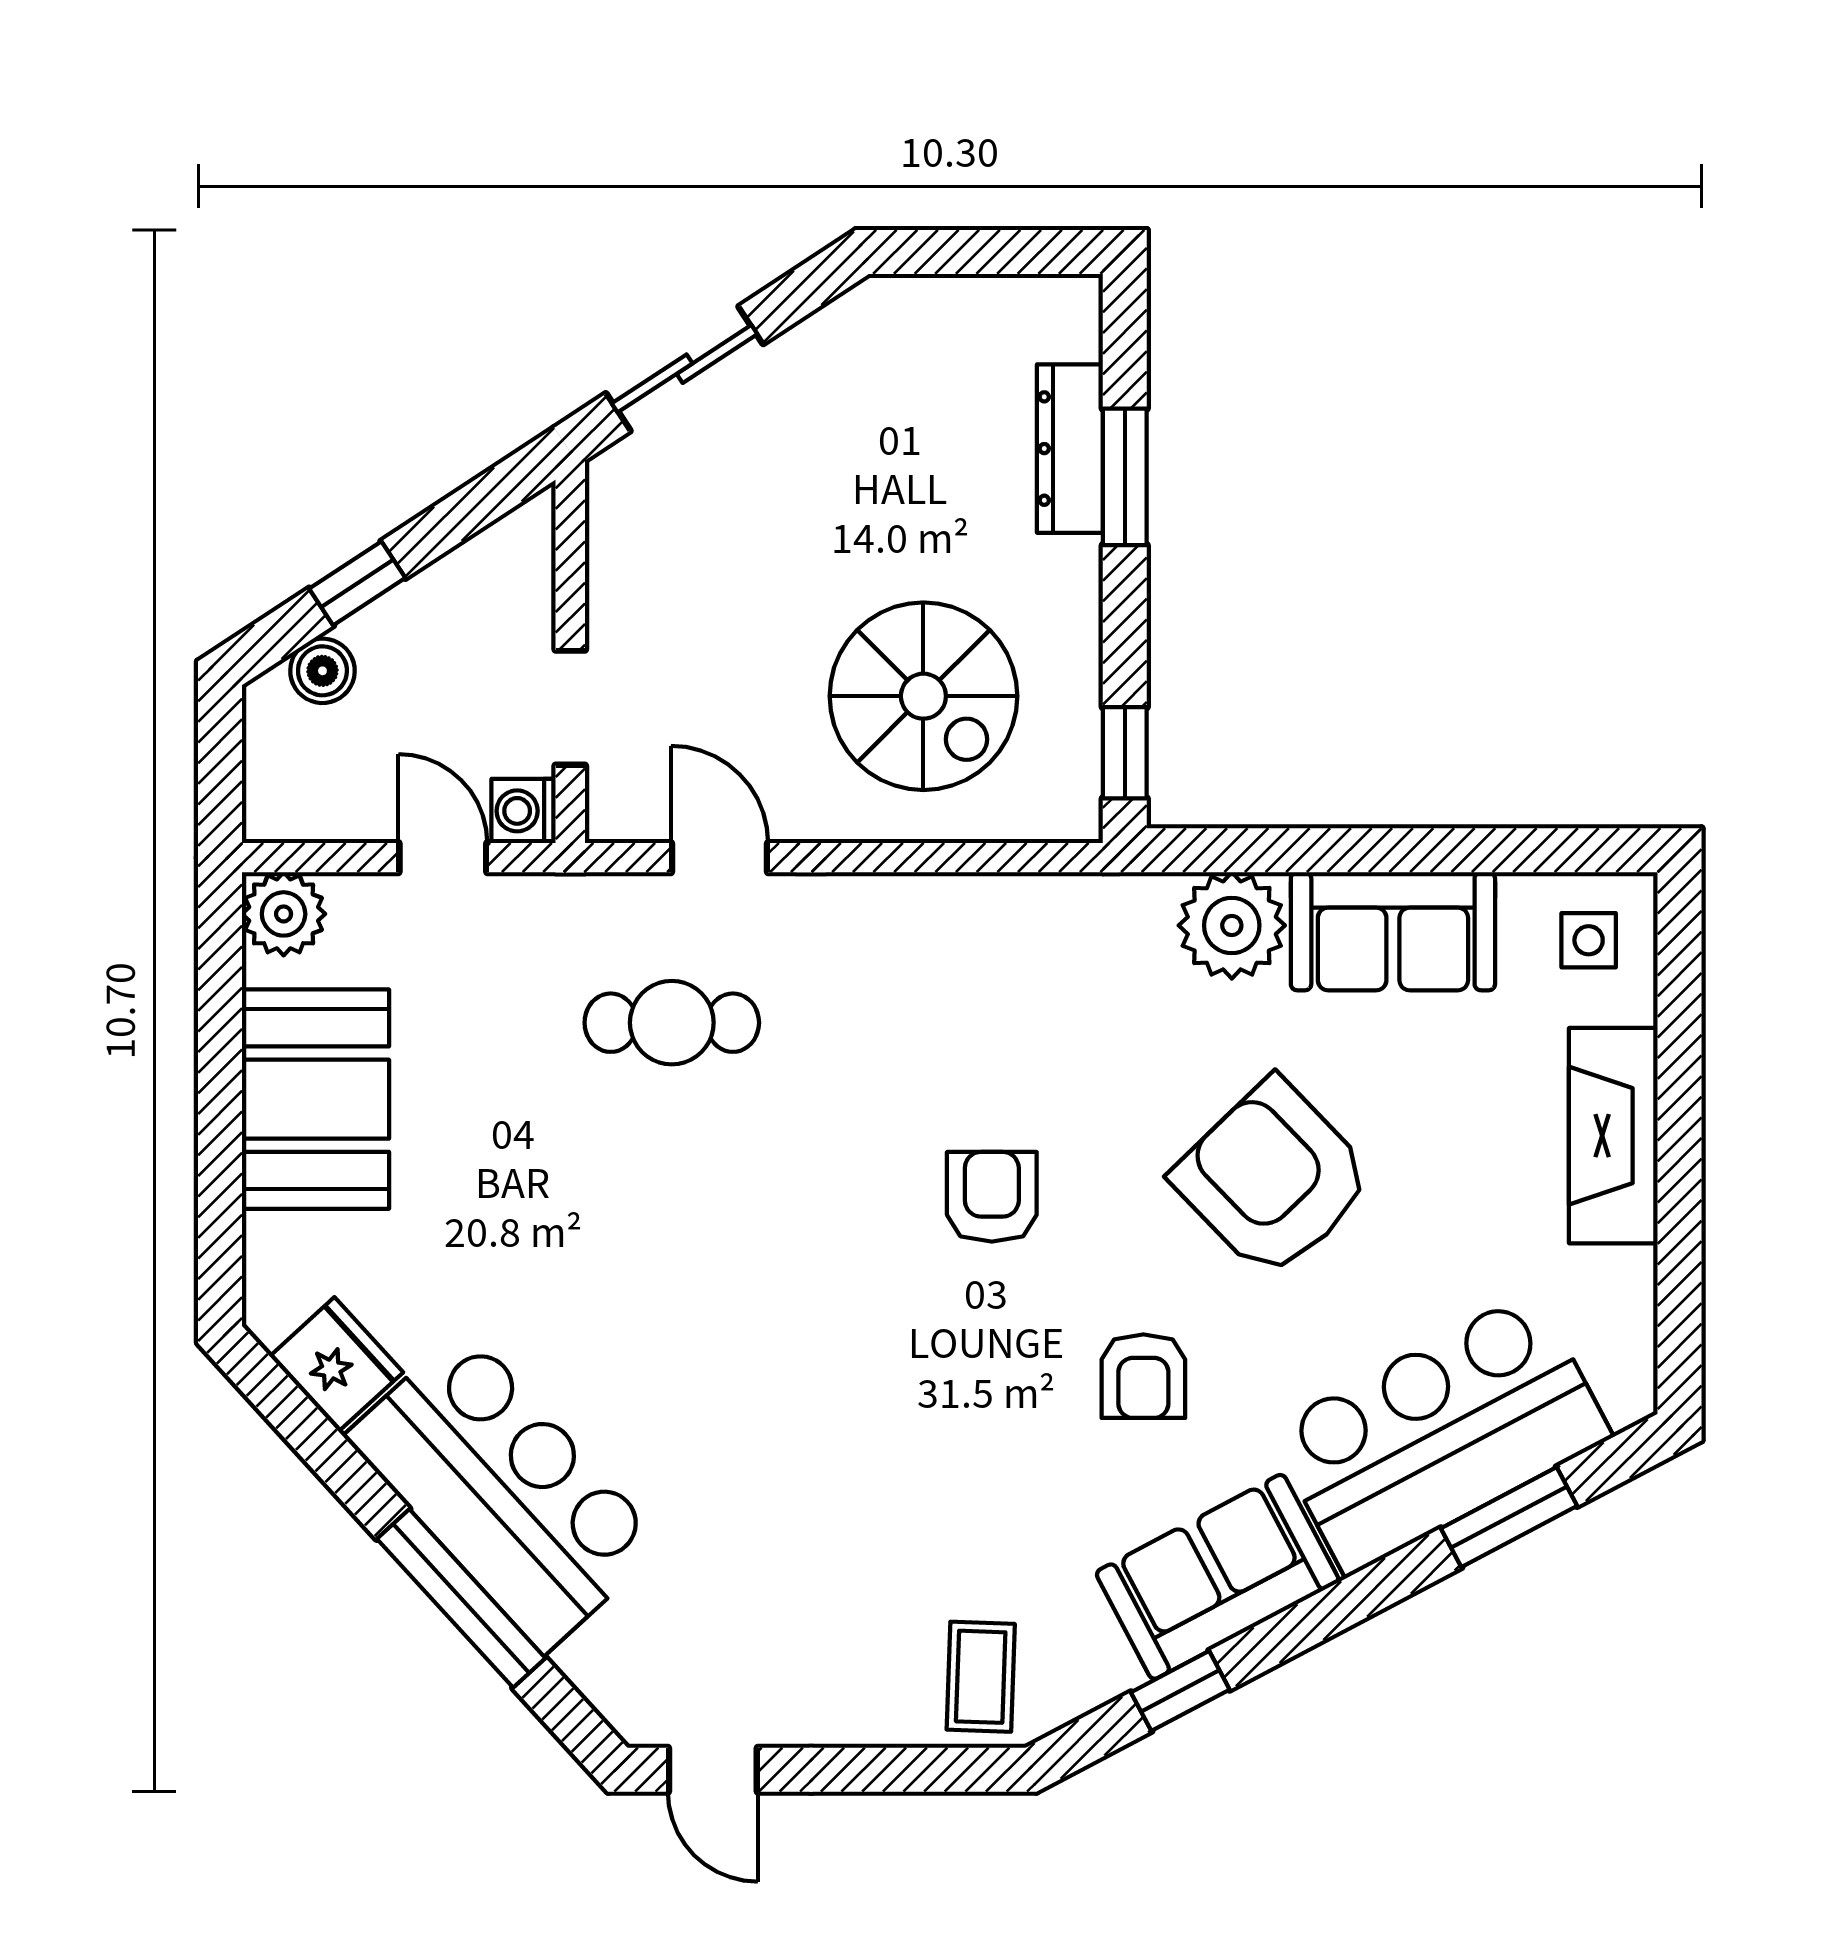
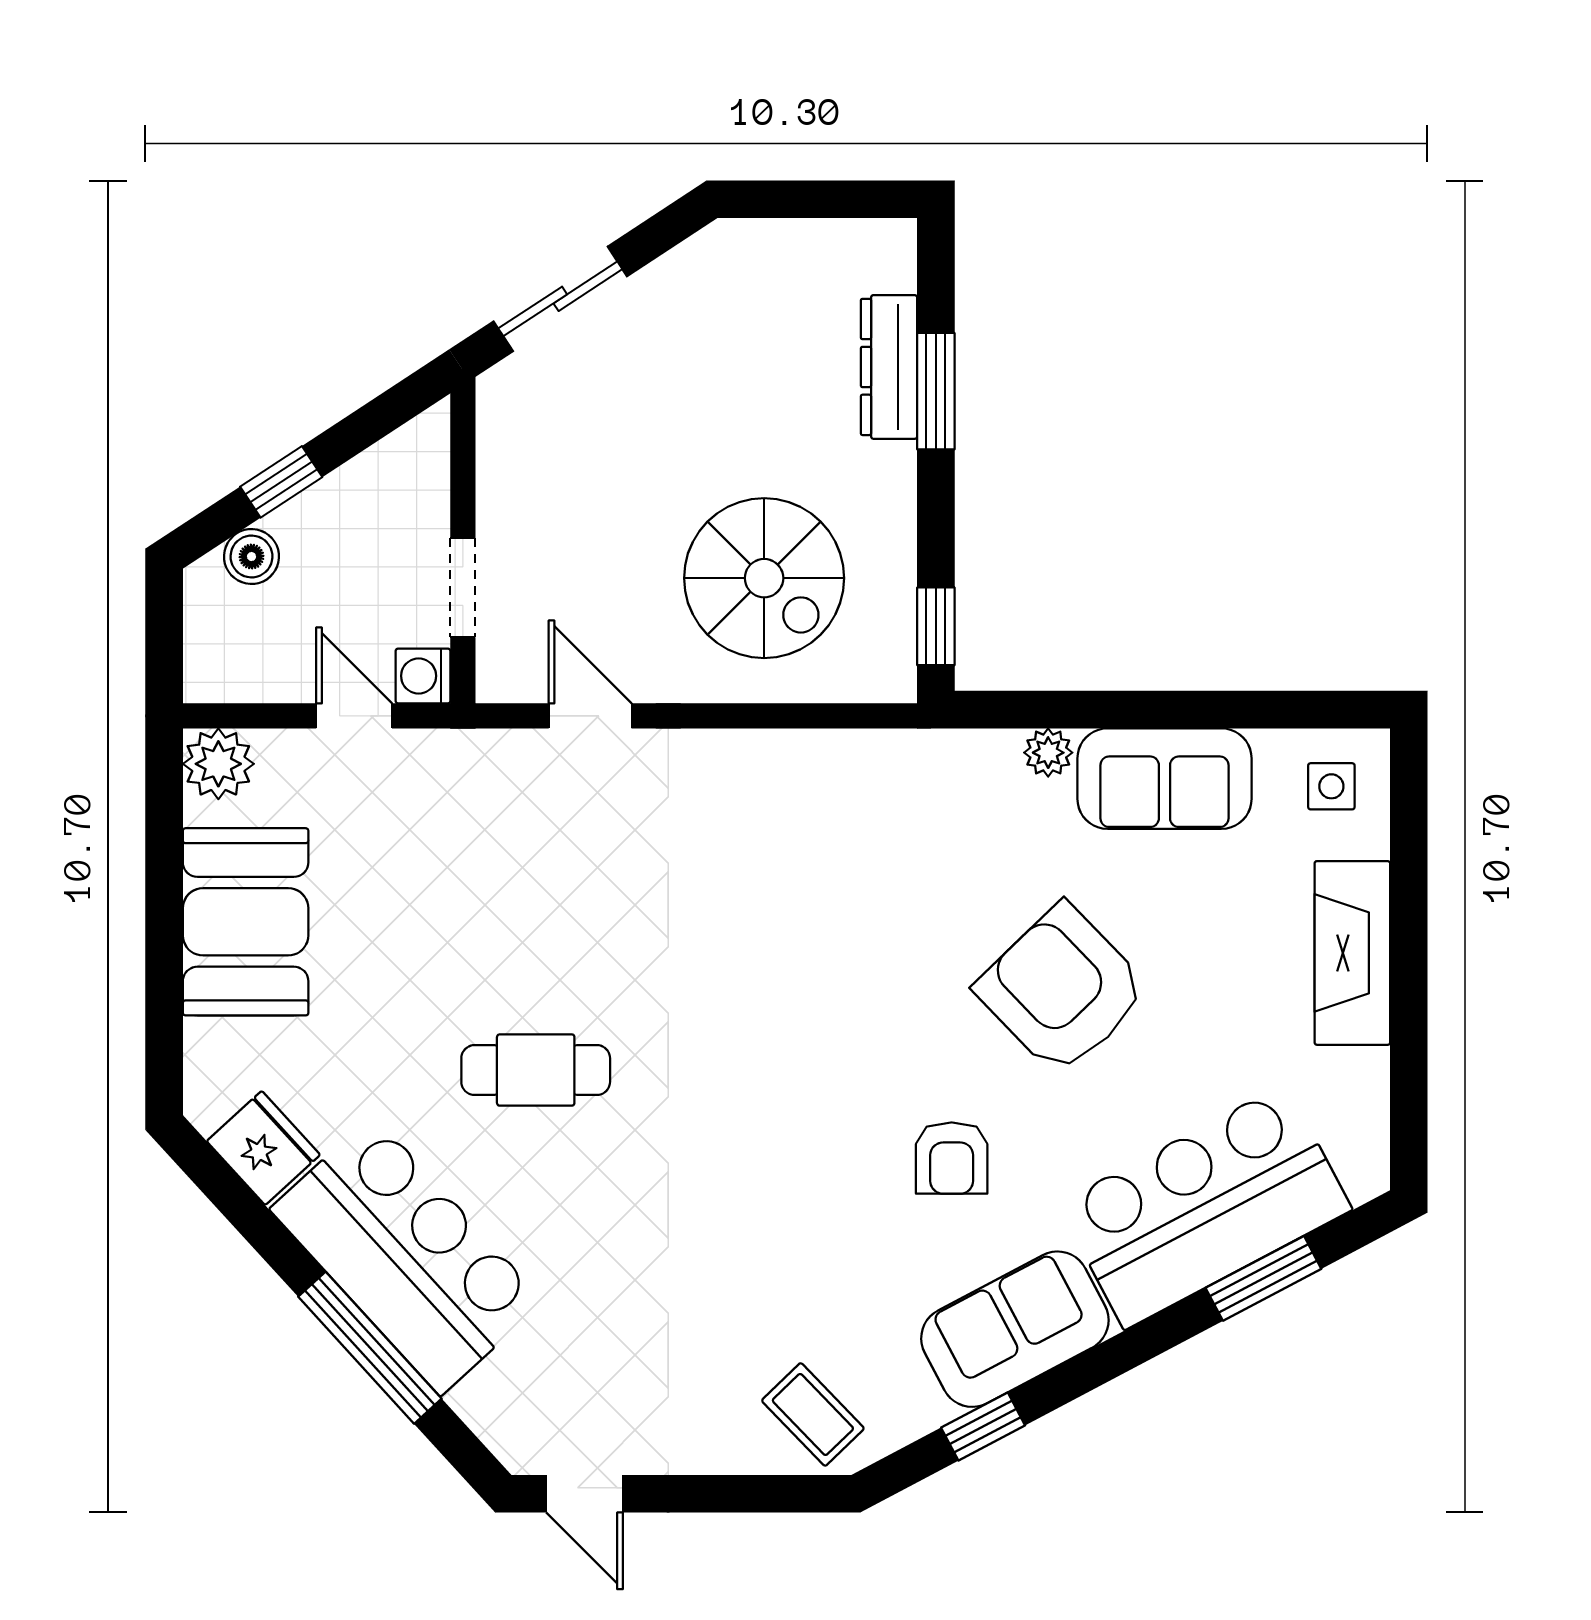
plant: (1232, 925) -> (1048, 753), width x0.53, depth x0.53
cafe table: (672, 1023) -> (536, 1070), moved
armchair: (992, 1197) -> (822, 1005), removed
coffee table: (981, 1677) -> (813, 1414), turned -46

